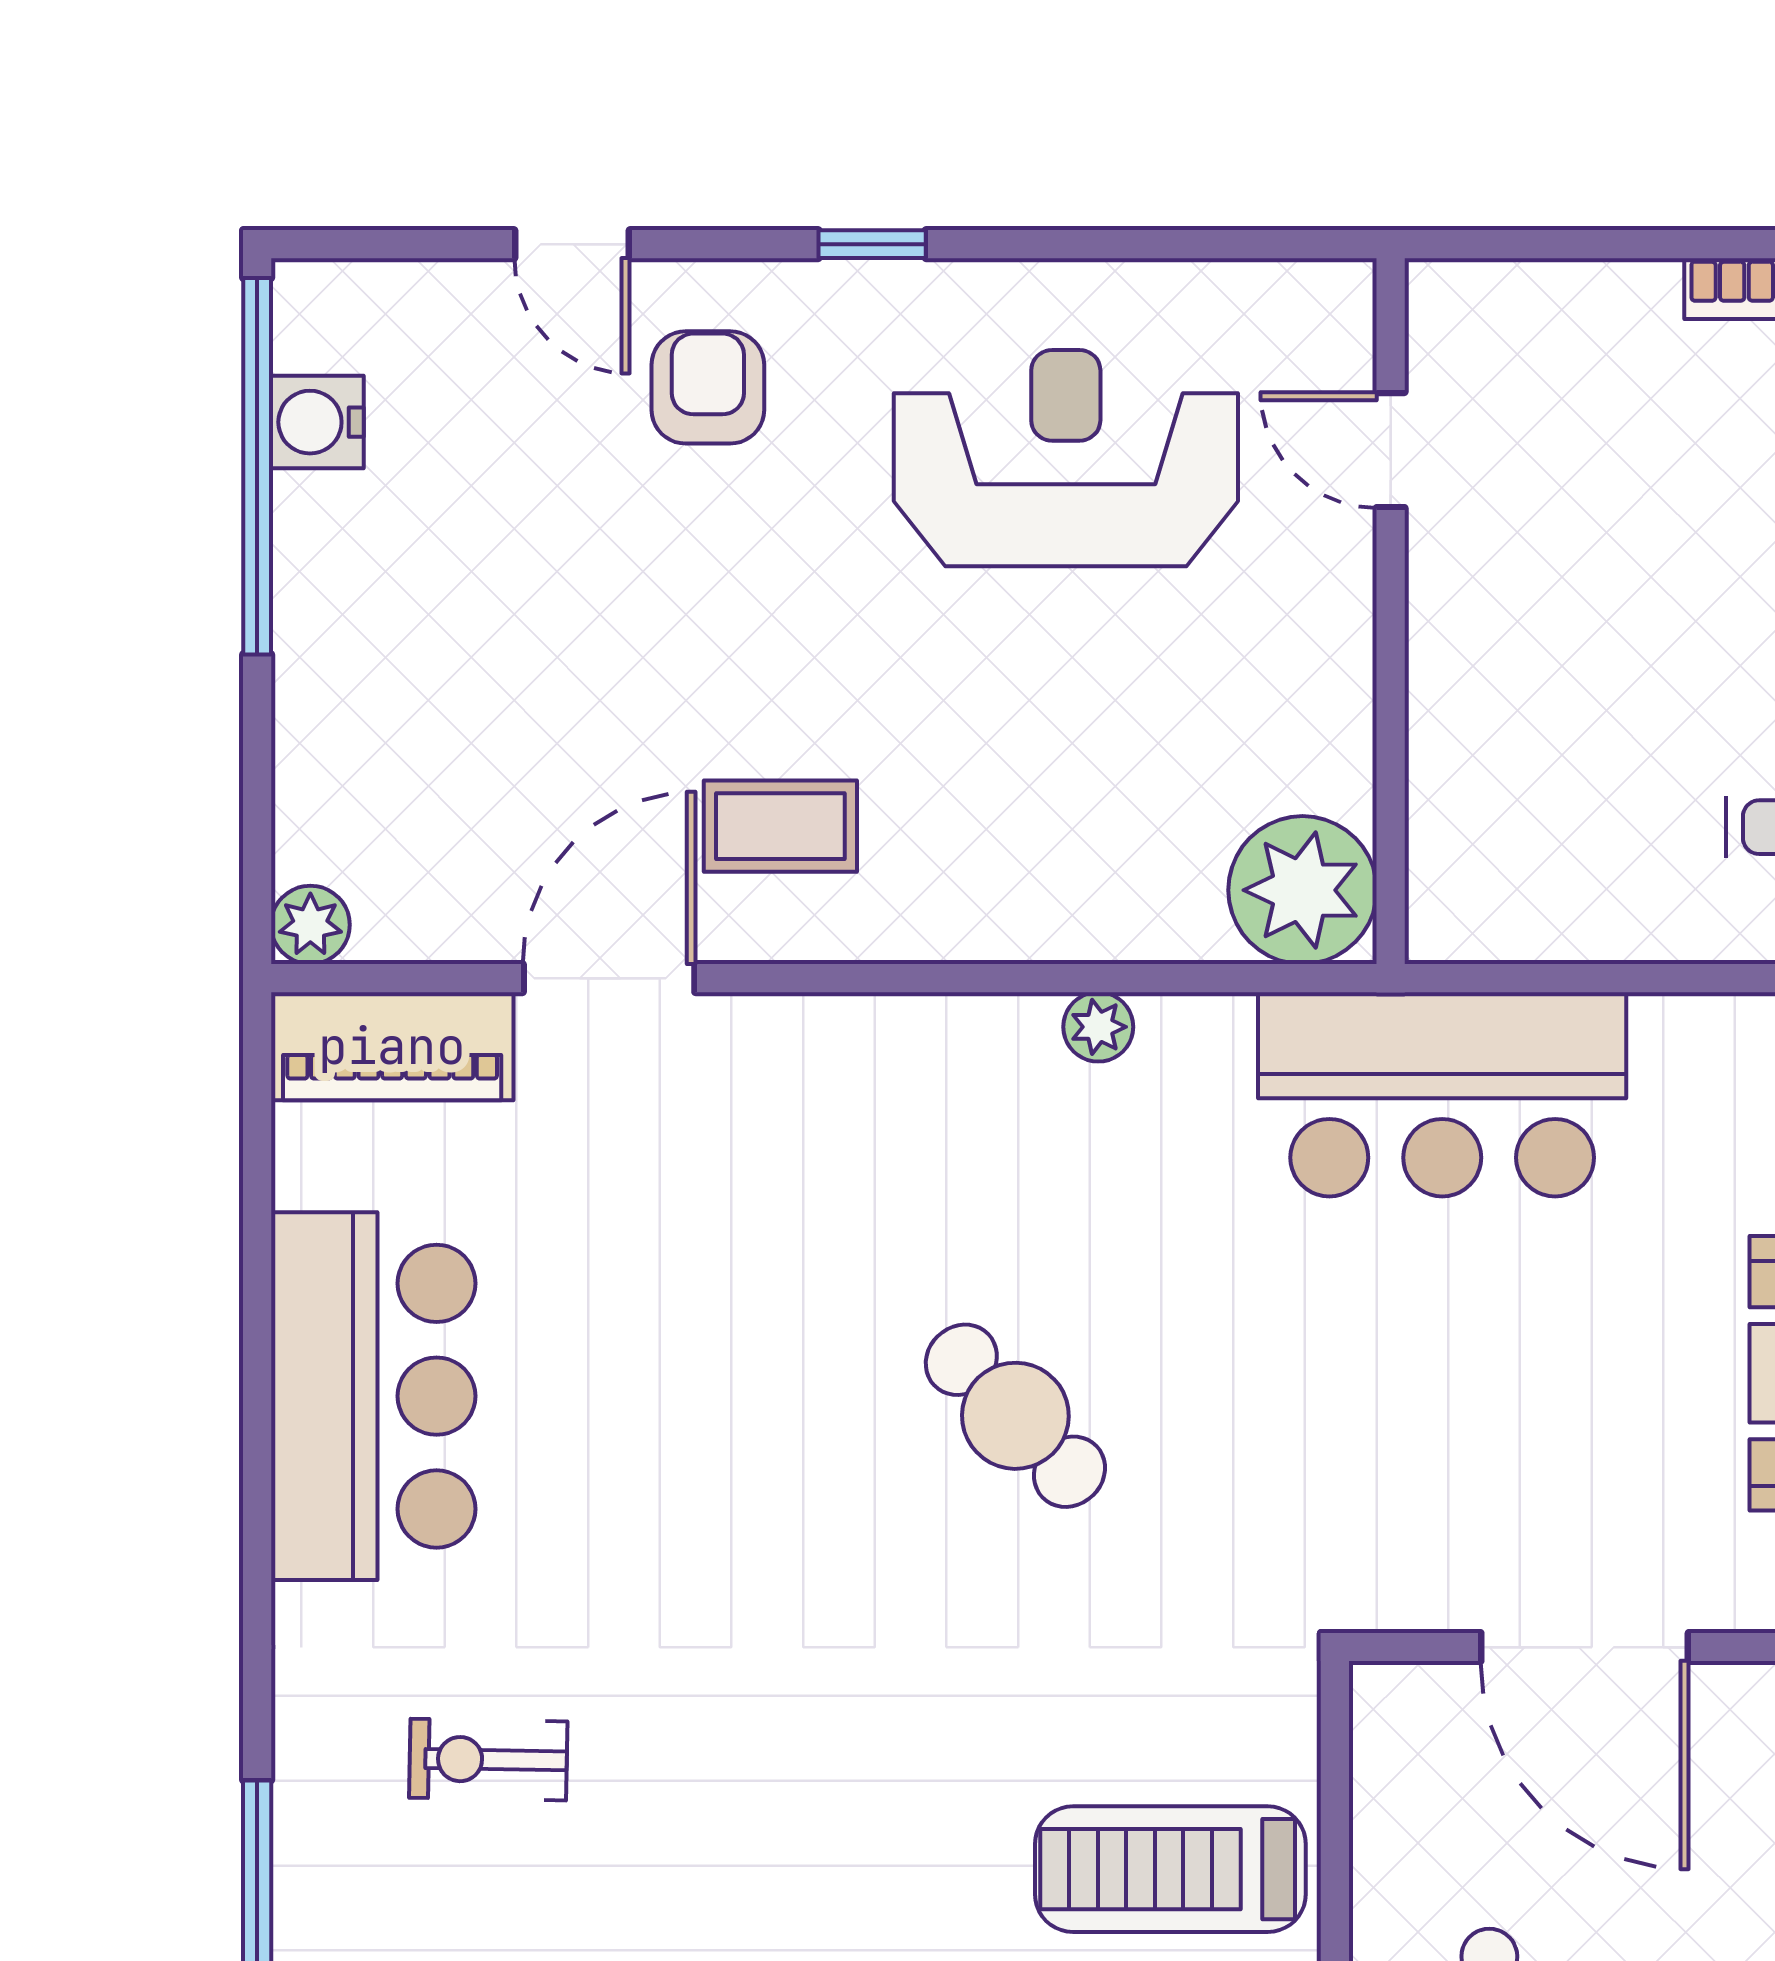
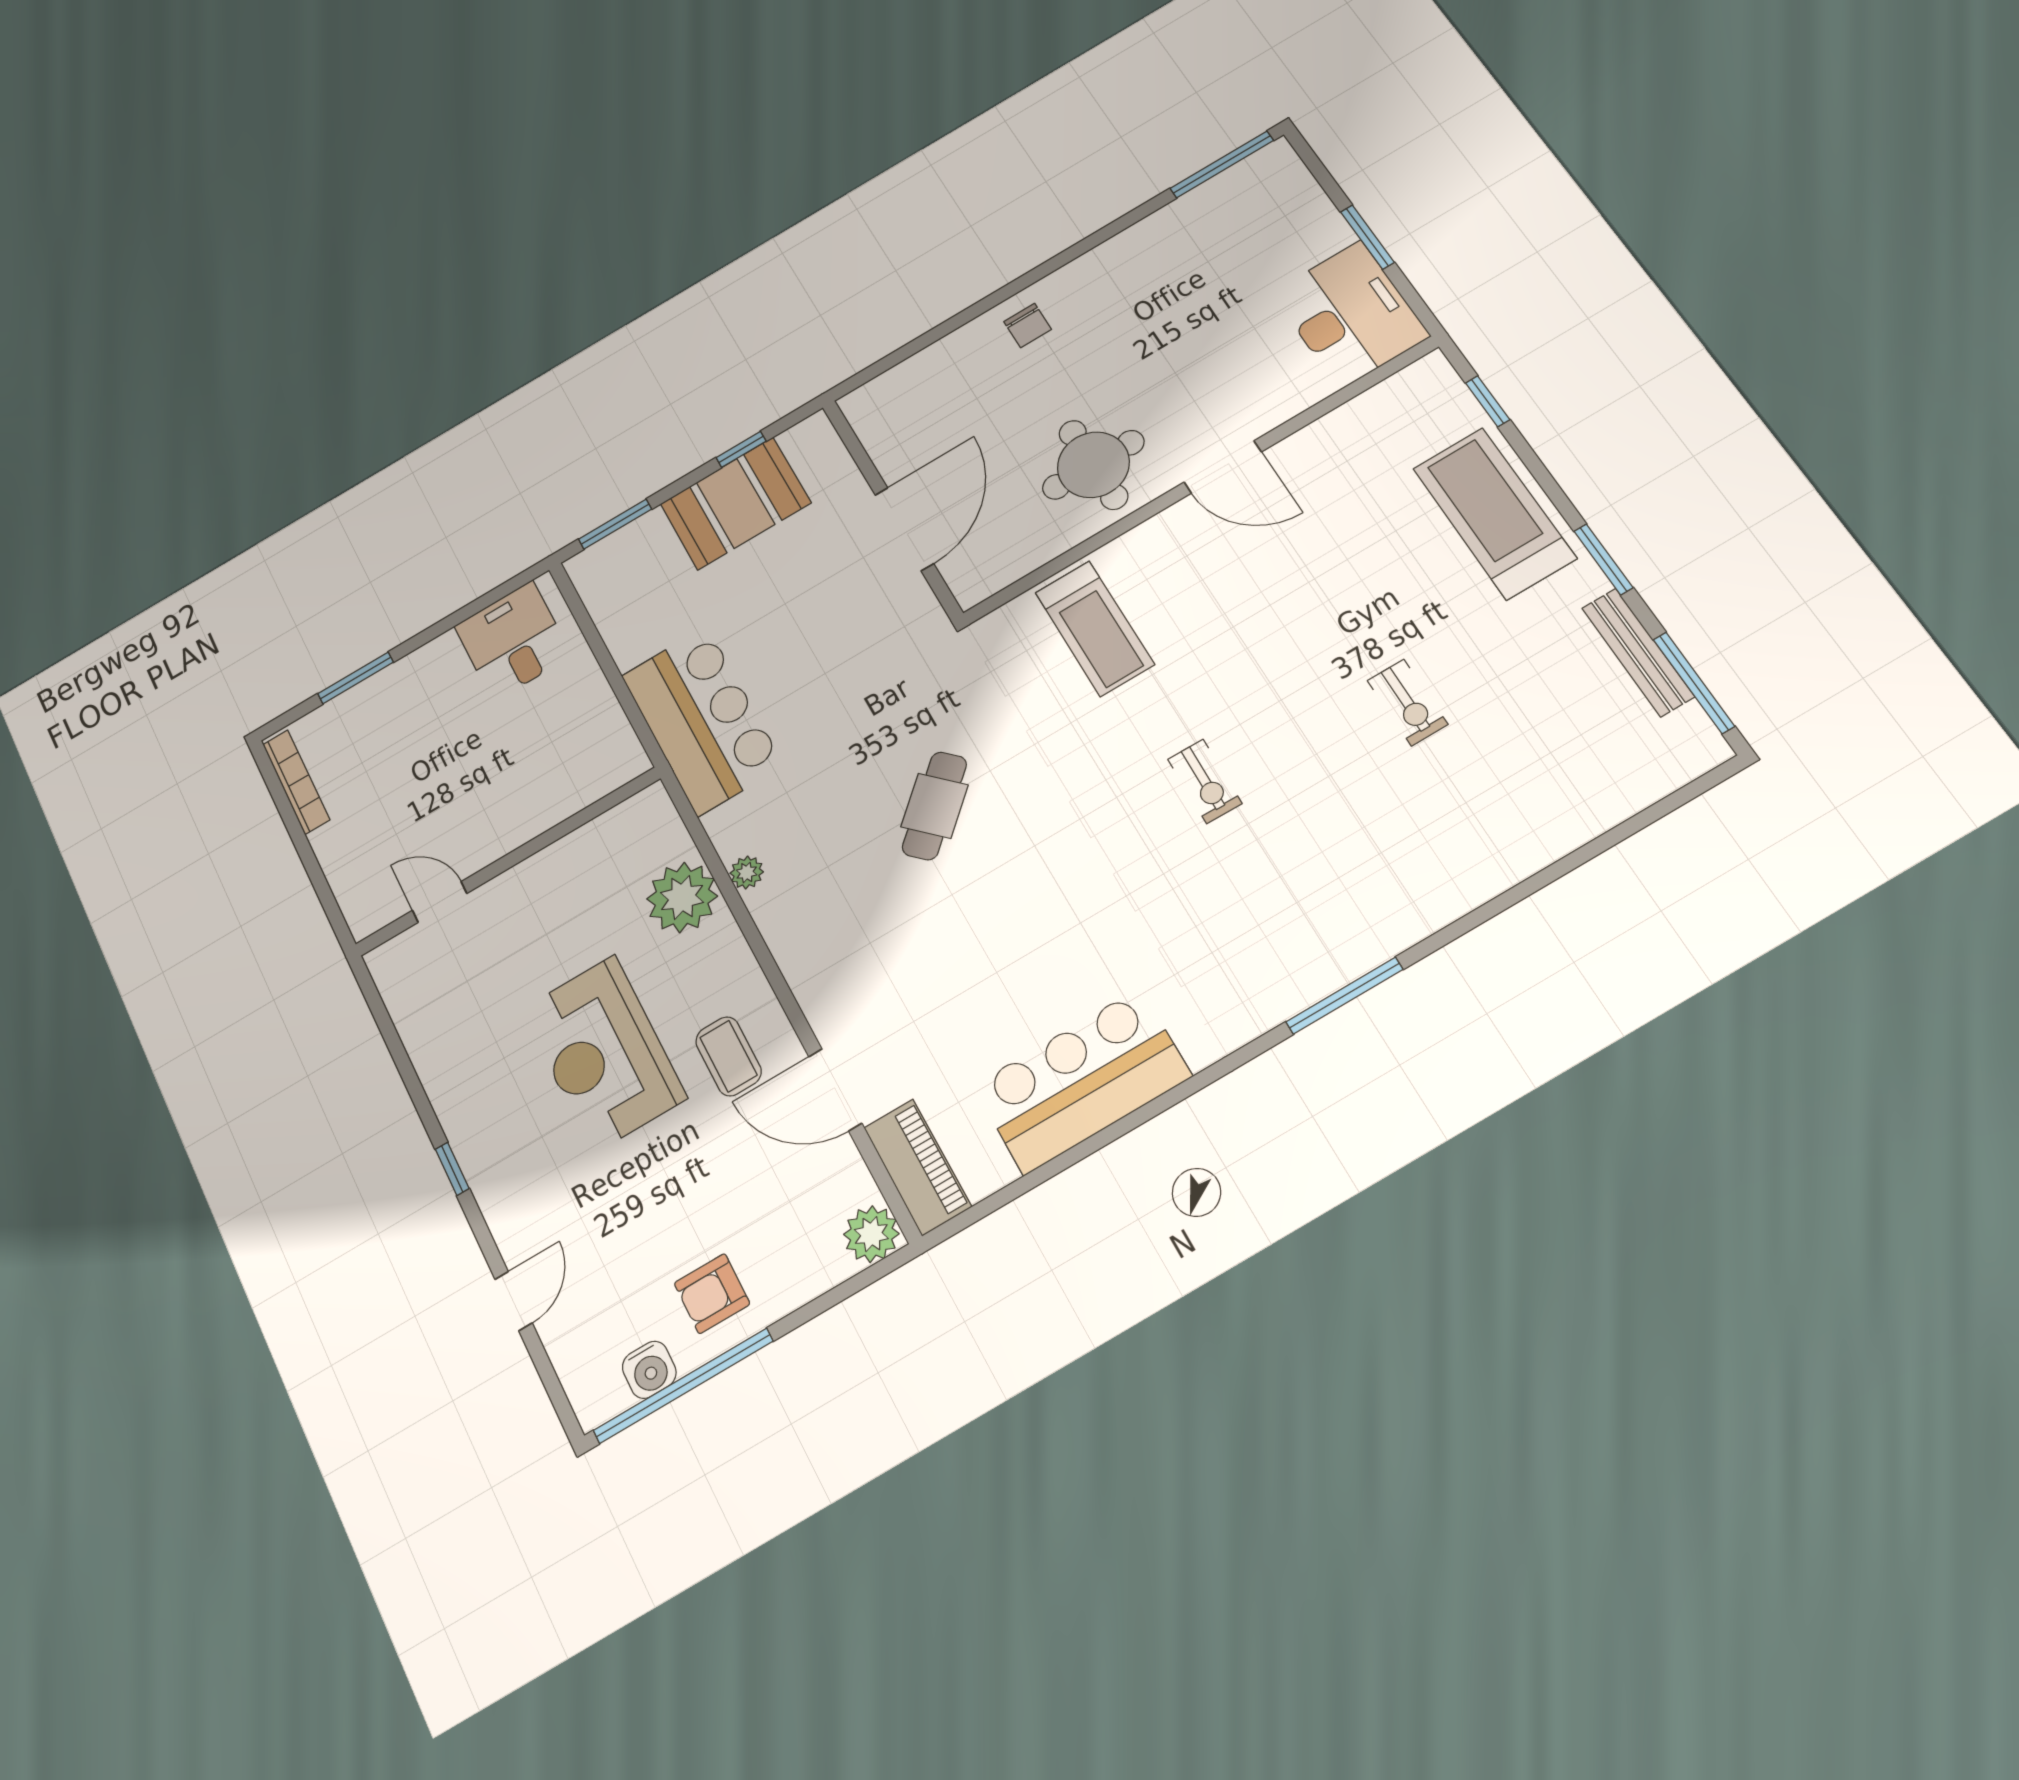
armchair: (708, 387) -> (712, 1294), moved
door: (1391, 450) -> (440, 902), swing flipped
reception desk: (1066, 458) -> (604, 1053), moved
plant: (1303, 890) -> (682, 897), moved
plant: (310, 925) -> (871, 1234), width x1.38, depth x1.38
exercise bike: (488, 1760) -> (1205, 781), moved

